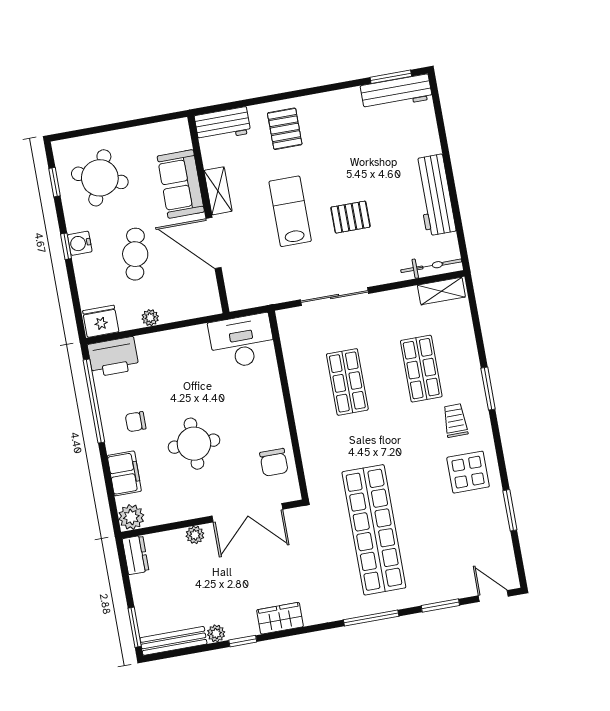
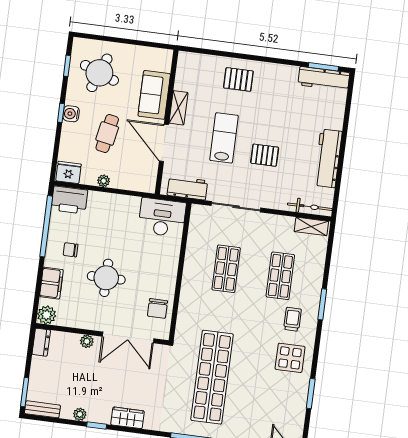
workbench: (223, 124) -> (187, 188), moved, turned 180
pallet: (285, 129) -> (238, 79), turned 90
bench: (173, 641) -> (42, 409), width x0.73

